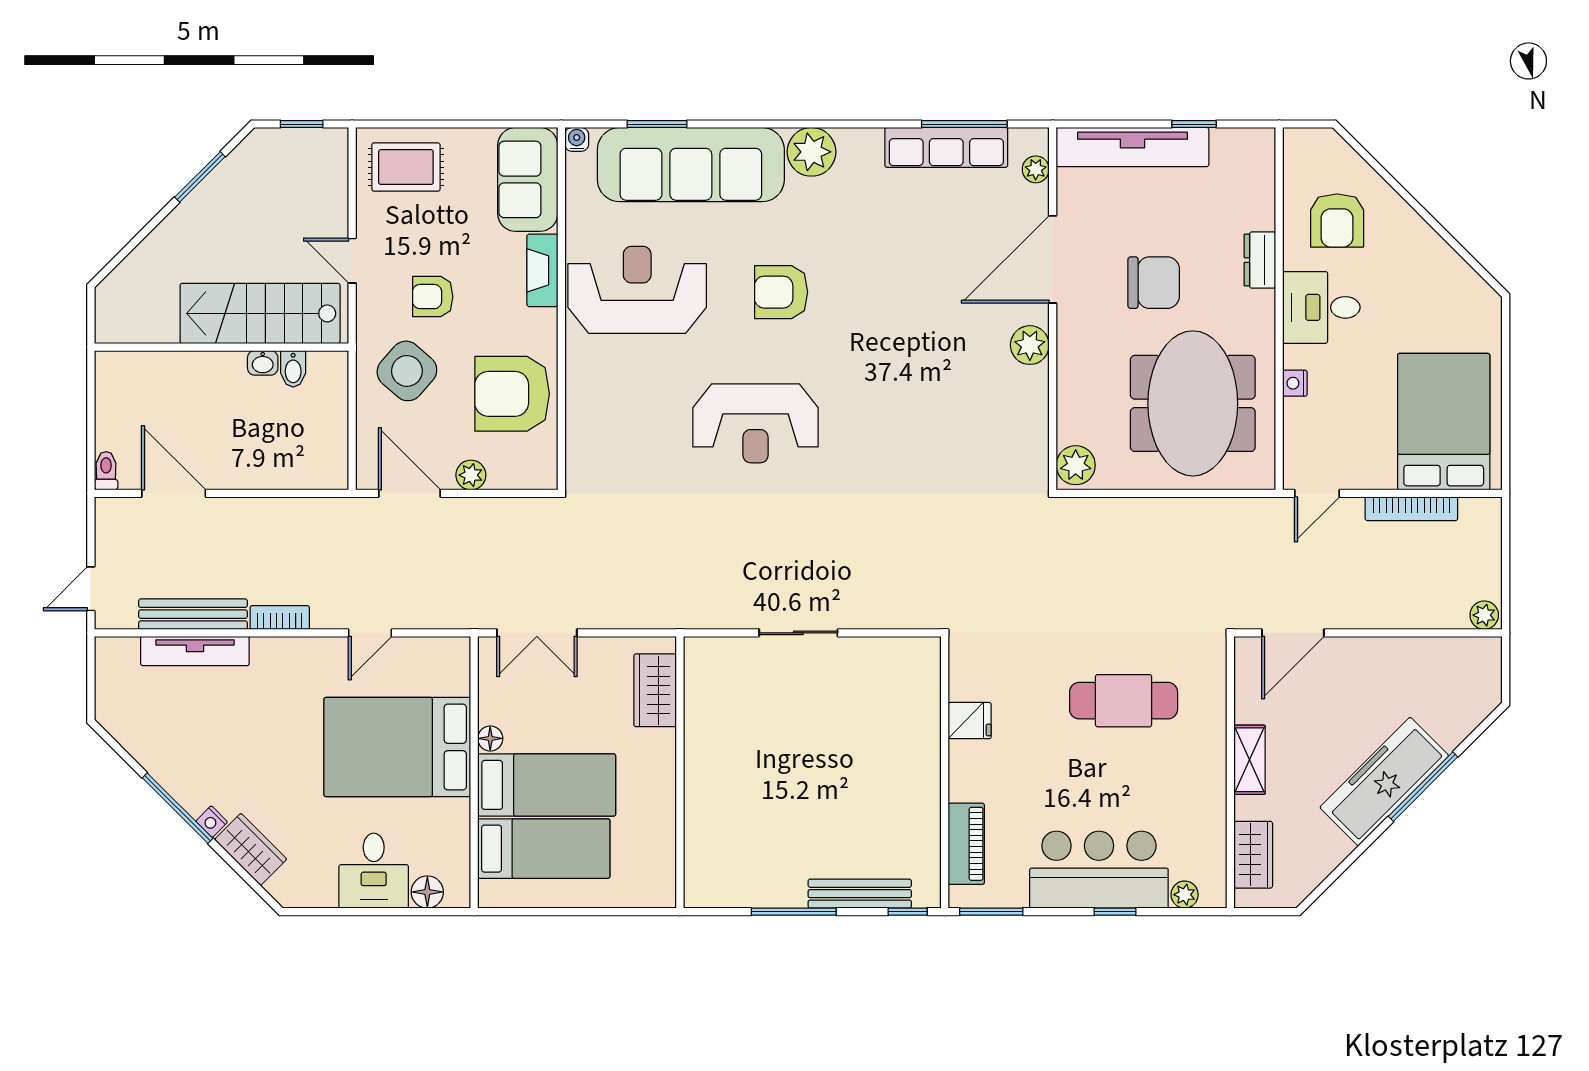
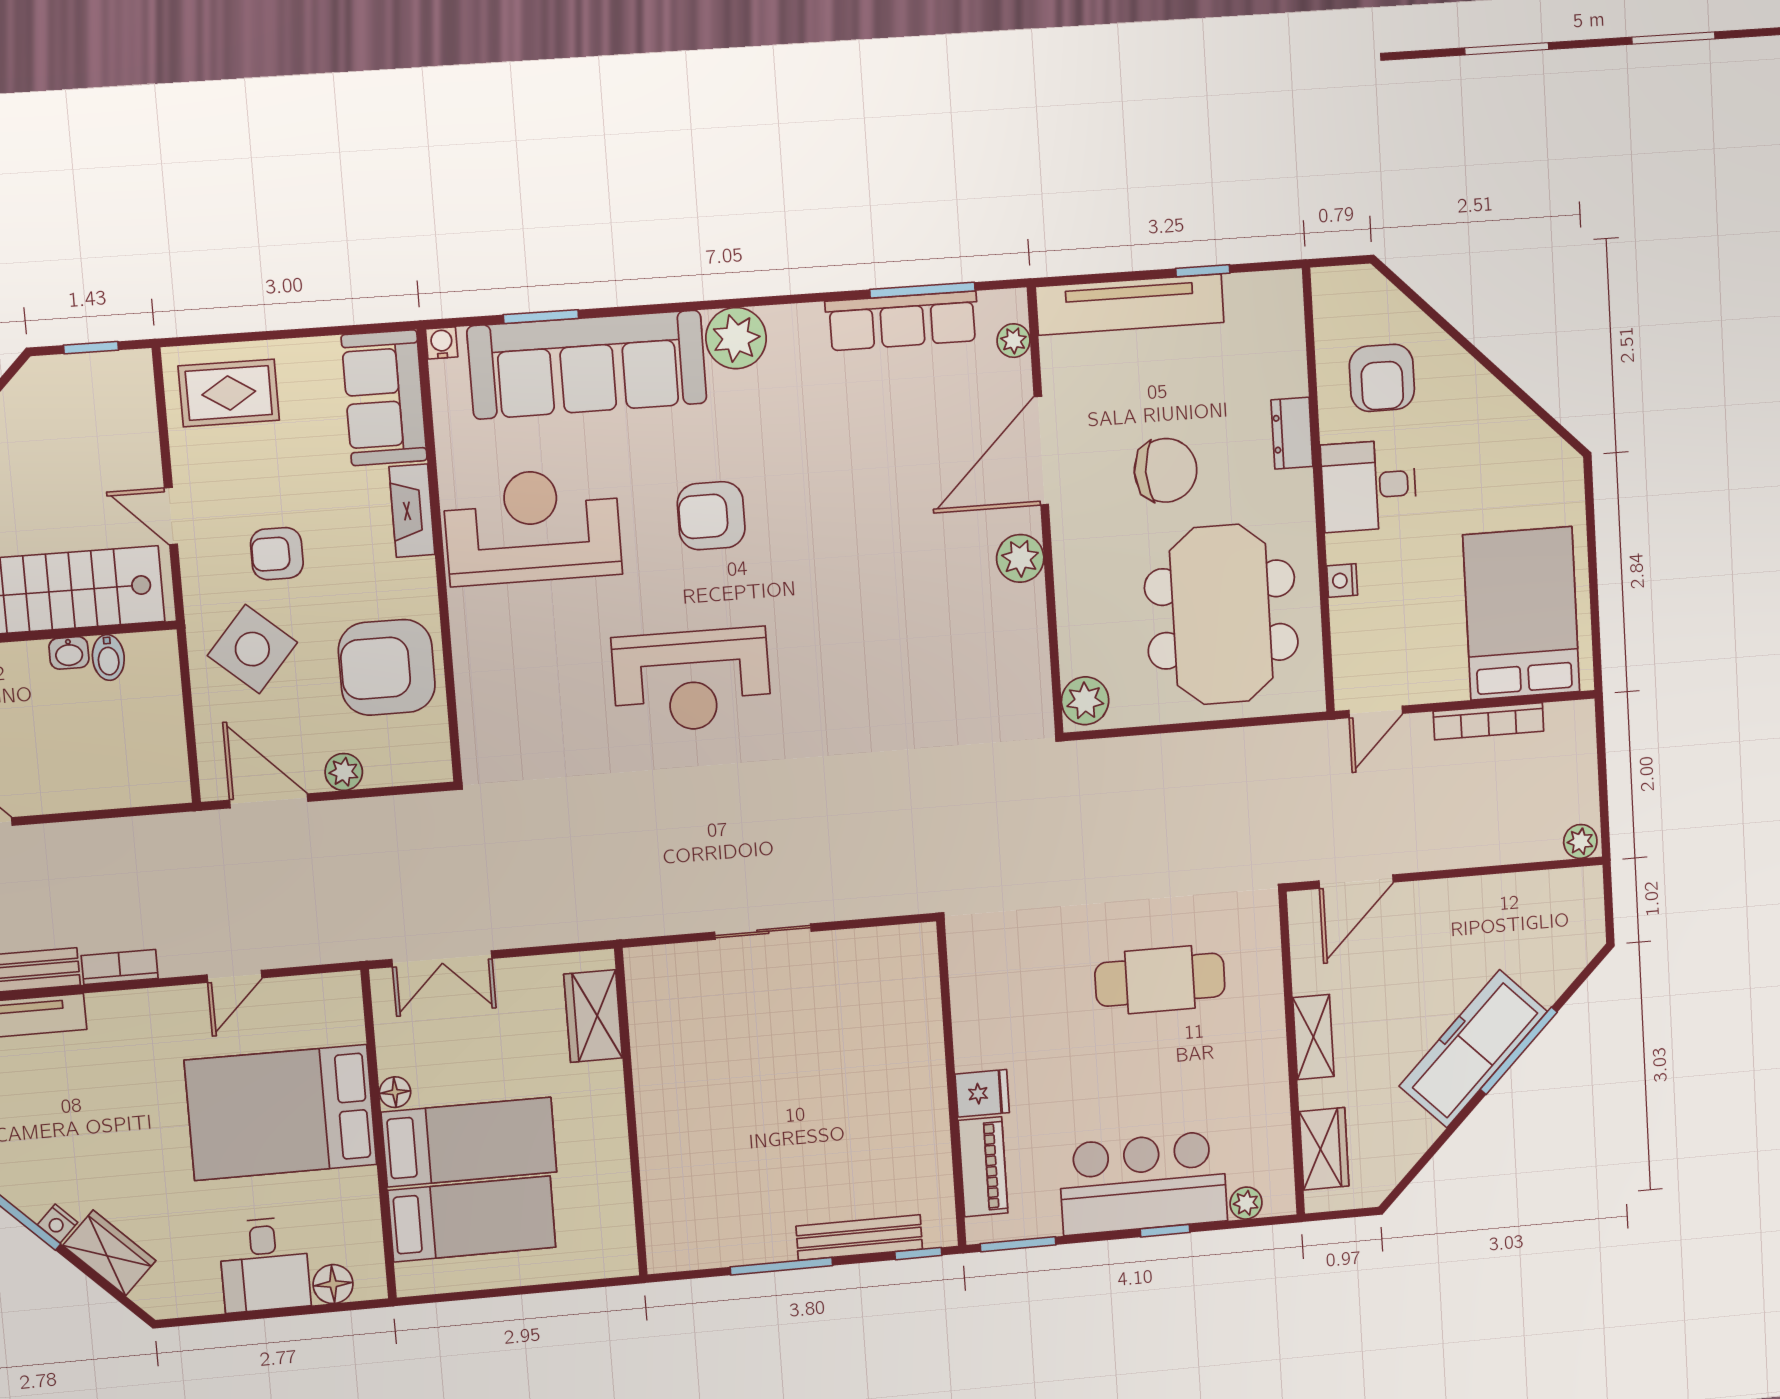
fridge: (970, 721) -> (982, 1093), moved

